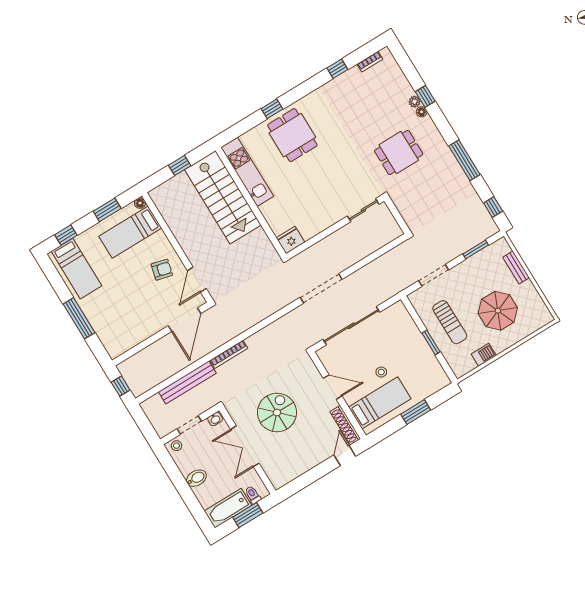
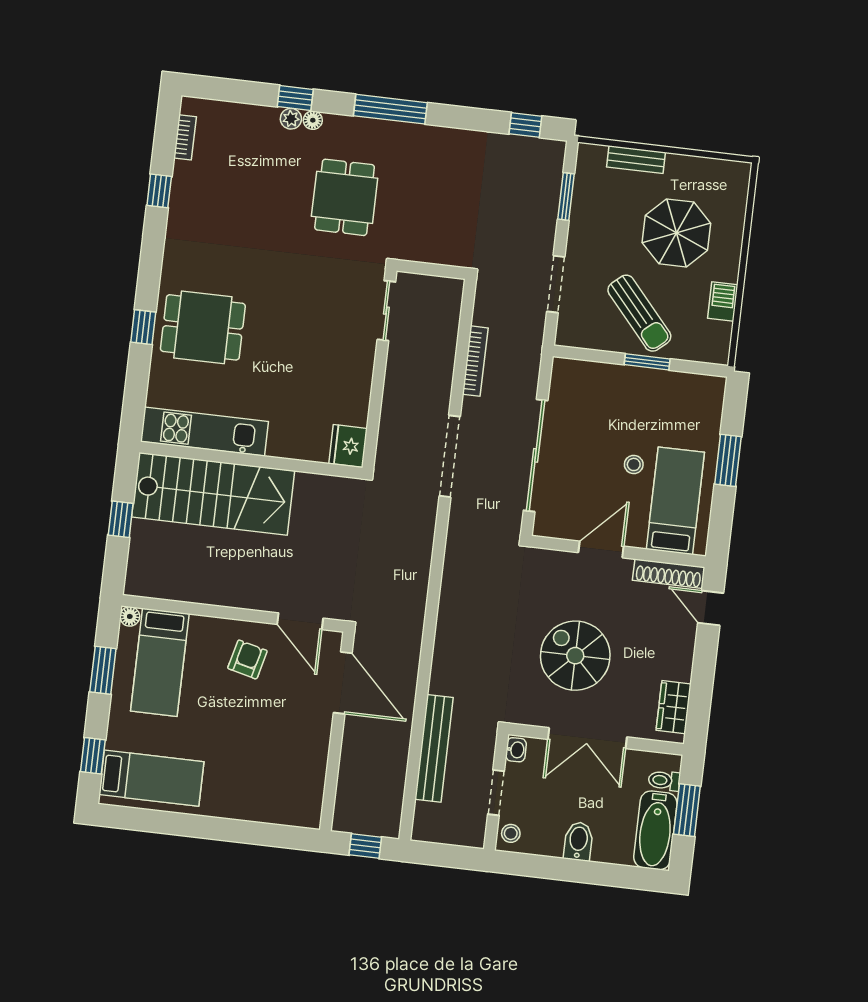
window: (464, 160) -> (390, 109), moved
window: (79, 318) -> (224, 829), removed
sun lounger: (450, 322) -> (639, 313), turned 49
bookcase: (229, 354) -> (475, 361), moved
wardrobe: (288, 474) -> (674, 707), added

